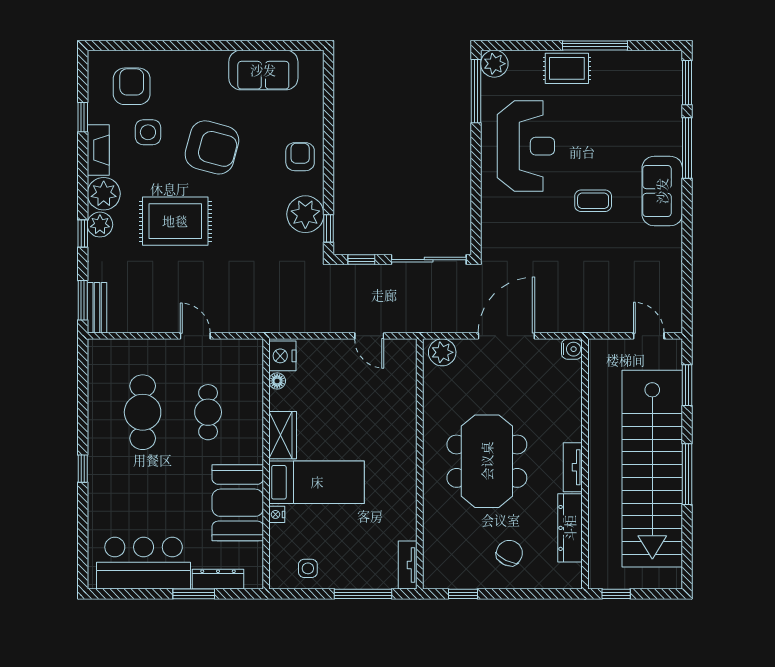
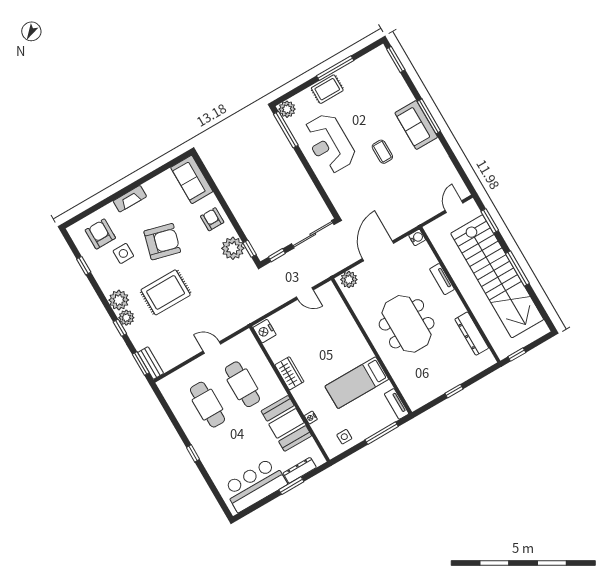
sofa: (263, 70) -> (192, 180), moved, turned 90
reception desk: (526, 146) -> (329, 143), turned 180
window: (687, 148) -> (429, 116), moved
fireplace: (98, 150) -> (130, 199), moved, turned 90
coffee table: (593, 201) -> (382, 152), turned 90
door: (649, 336) -> (454, 207), hinge flipped
floor lamp: (277, 381) -> (270, 346), removed
cafe table: (208, 412) -> (242, 384), width x1.37, depth x1.35
tv unit: (573, 467) -> (442, 279), moved
bed: (317, 482) -> (357, 383), moved, turned 180
chair: (509, 553) -> (447, 366), removed
window: (463, 594) -> (454, 391), moved

